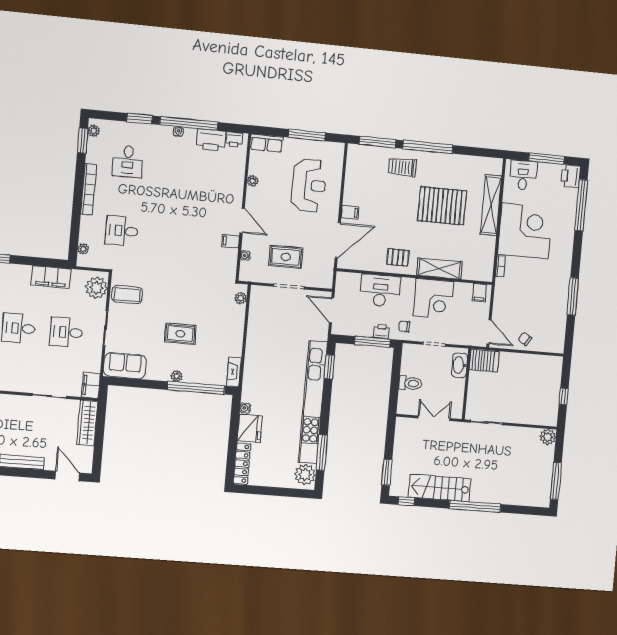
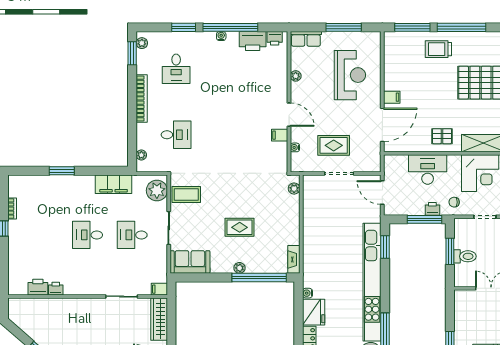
desk: (122, 231) -> (176, 135), turned 180
window: (395, 377) -> (450, 251), added
filing cabinet: (91, 385) -> (159, 289), width x0.50

